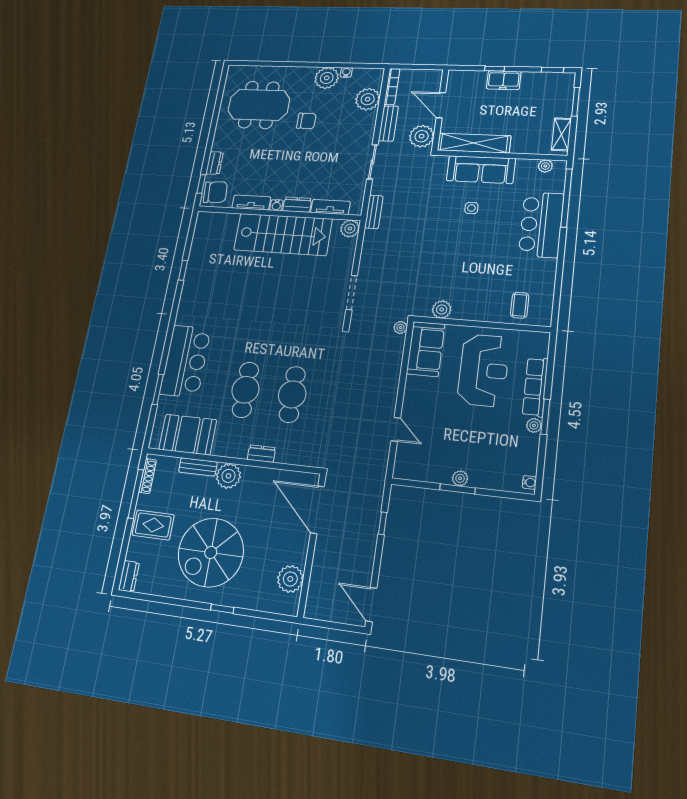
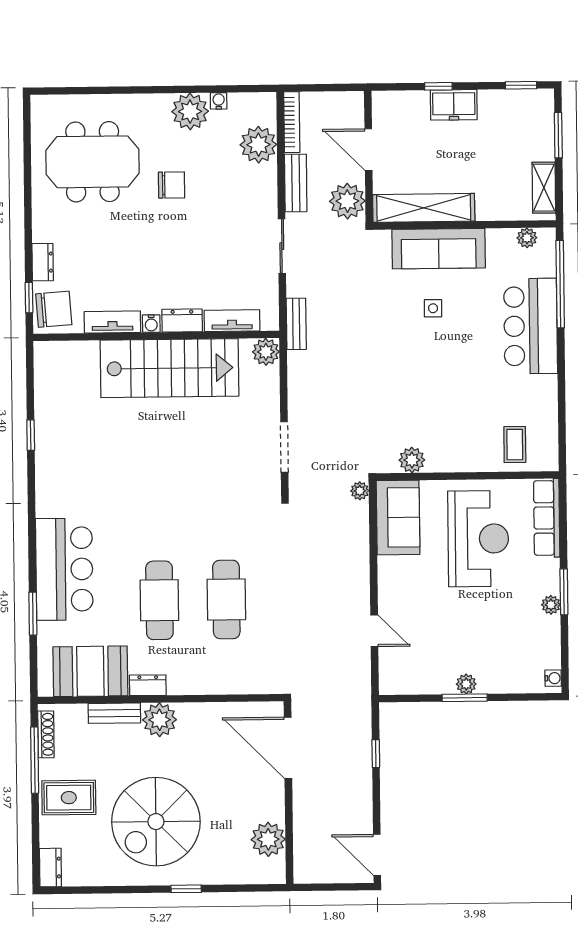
row of seats: (535, 387) -> (547, 518), moved
dresser: (261, 454) -> (148, 685), moved

